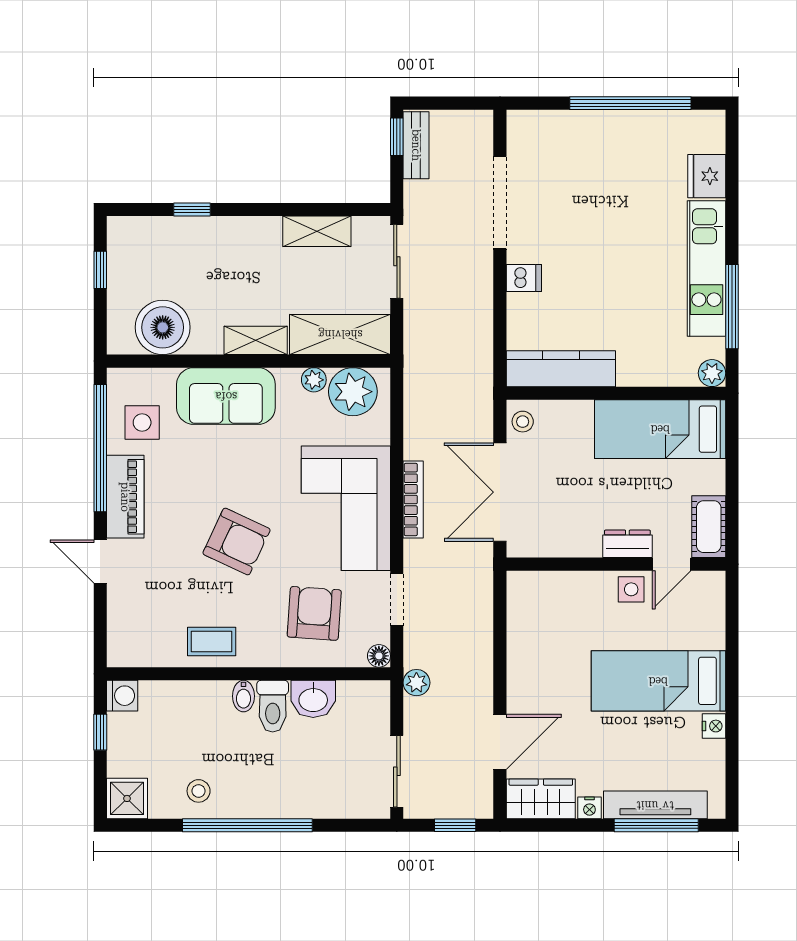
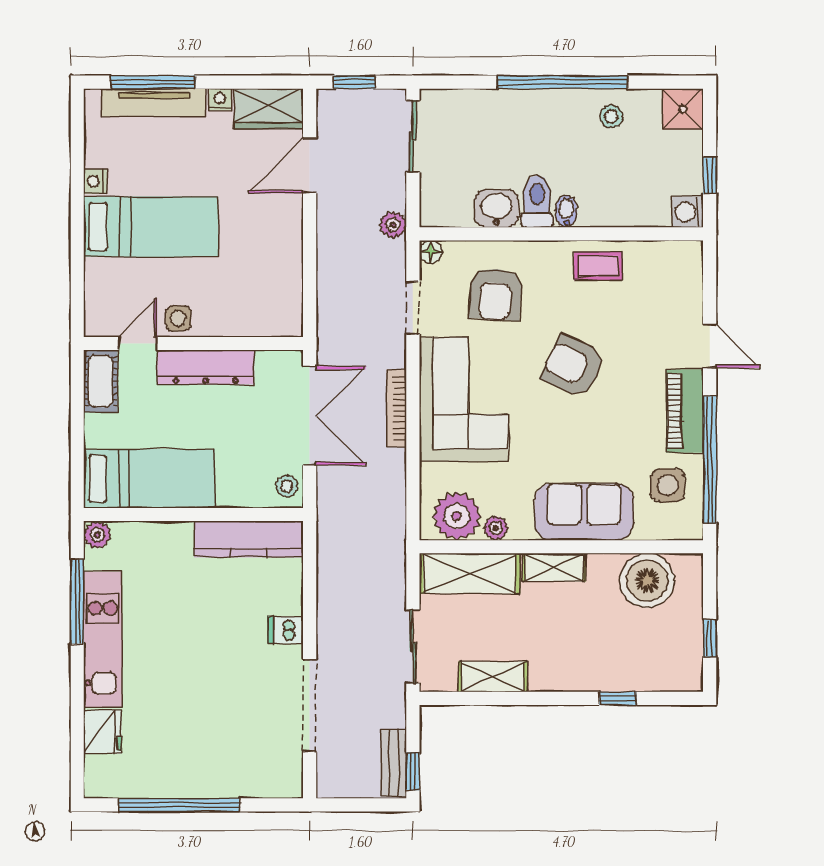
dresser: (627, 544) -> (206, 367), width x1.96, depth x1.24

